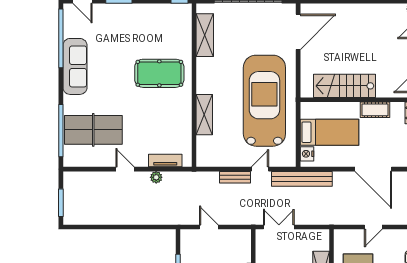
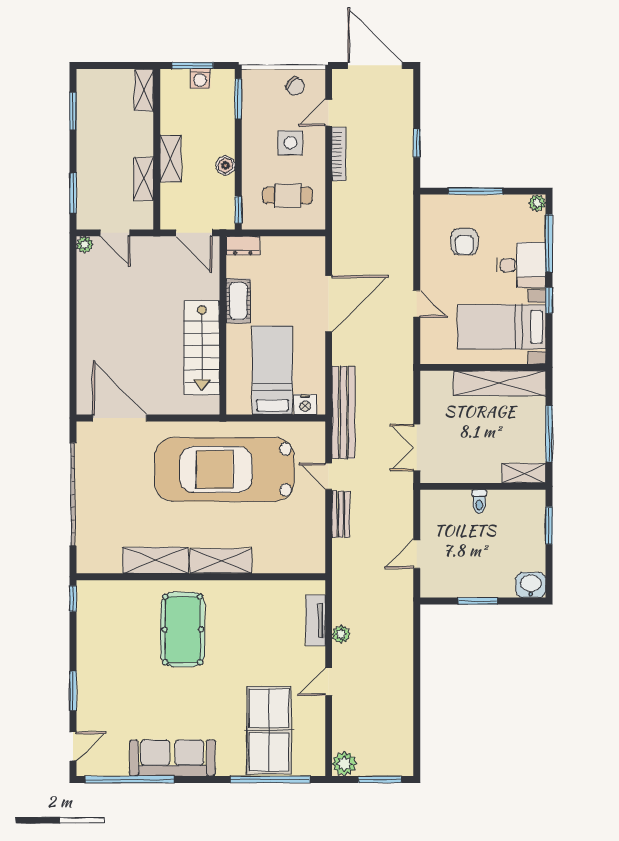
shelving: (205, 35) -> (156, 560), moved
shelving: (204, 115) -> (221, 561), moved
plant: (71, 179) -> (344, 764), added

